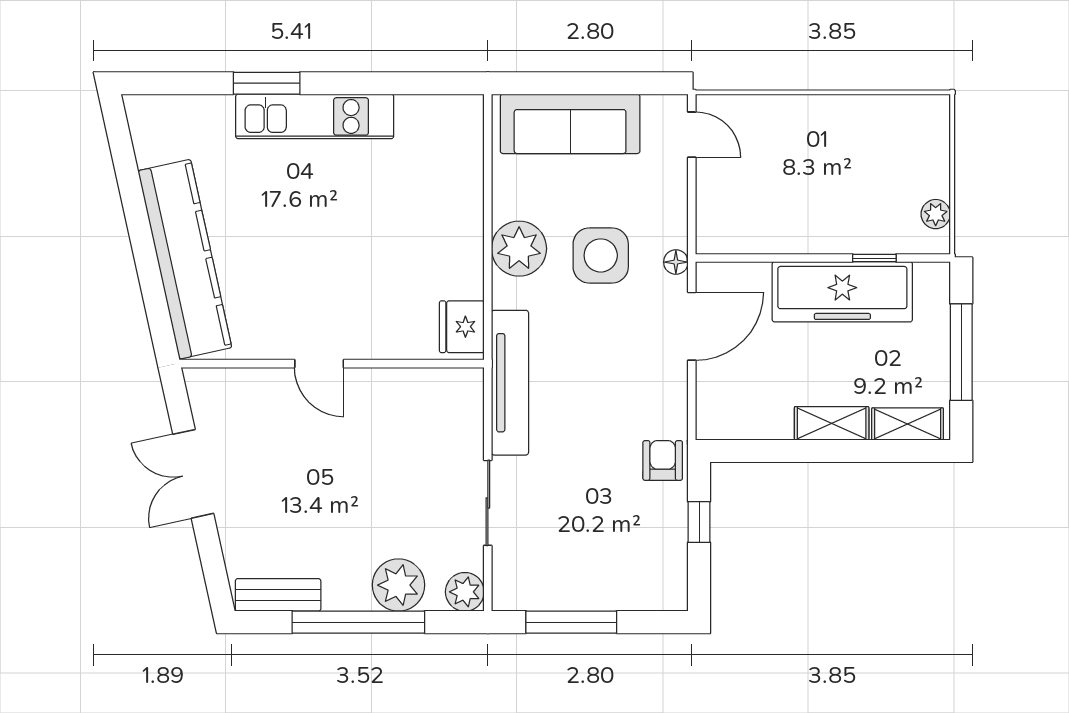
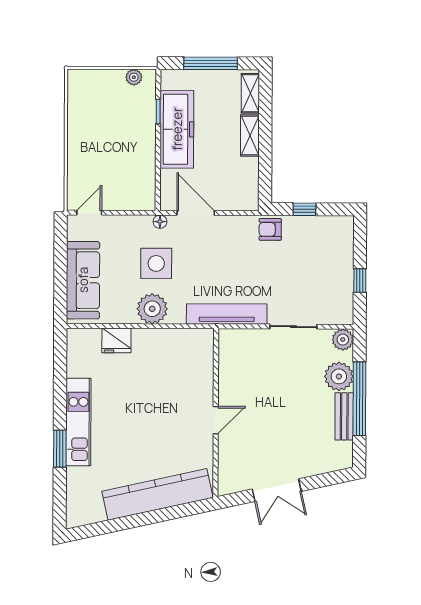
fridge: (462, 327) -> (116, 340), moved
bench: (278, 595) -> (344, 416), moved
window: (571, 622) -> (360, 280), width x0.46

